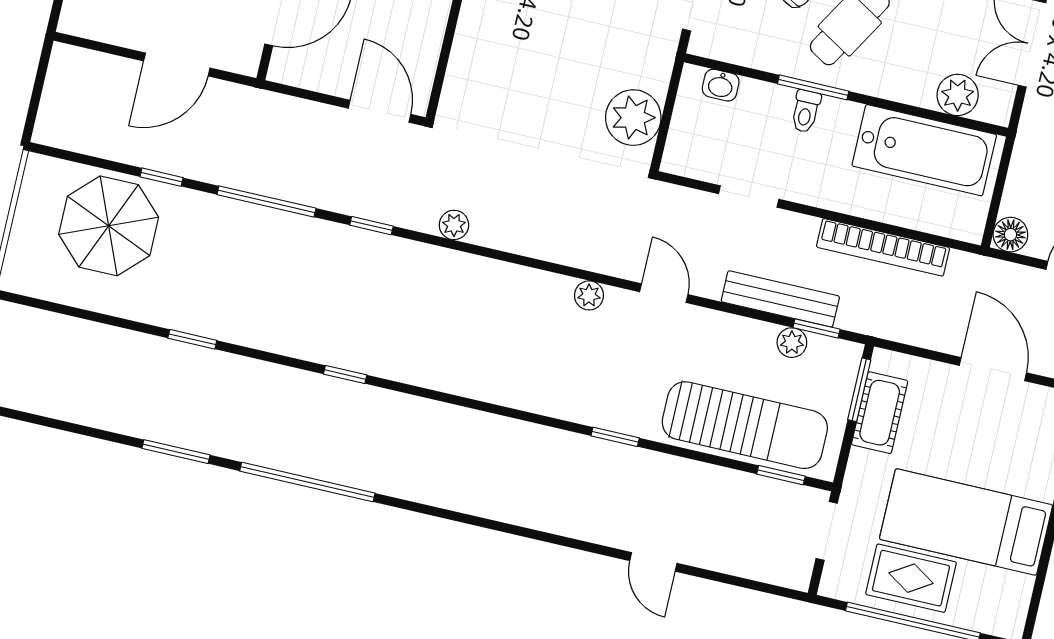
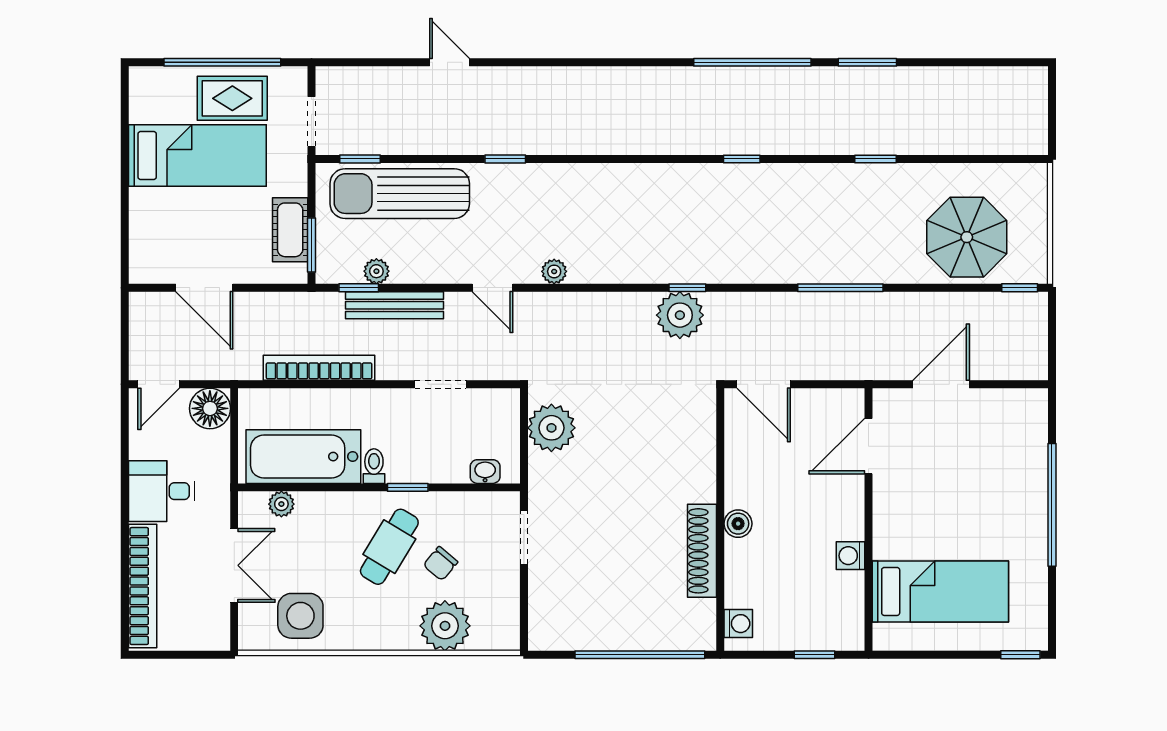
window: (813, 87) -> (408, 487), width x0.67
plant: (958, 95) -> (281, 504), width x0.73, depth x0.73
toilet: (806, 111) -> (374, 466), moved
window: (162, 177) -> (1020, 288), moved
plant: (454, 225) -> (680, 315), width x1.87, depth x1.87
window: (371, 226) -> (687, 288), moved
floor lamp: (1010, 235) -> (210, 408), width x1.38, depth x1.38

